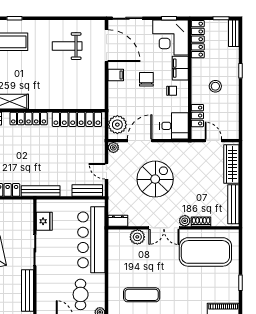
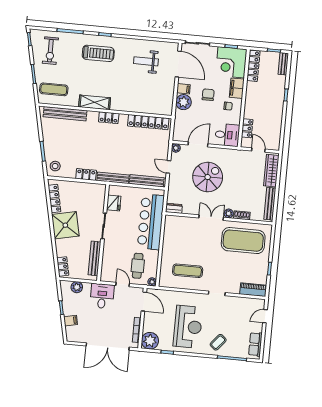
stool: (215, 86) -> (264, 106), removed
locker: (29, 119) -> (109, 118), width x0.66
plant: (117, 125) -> (184, 102), moved
bench: (87, 191) -> (147, 181), width x1.36
double door: (164, 228) -> (211, 218), swing flipped
plant: (137, 237) -> (189, 223), removed

